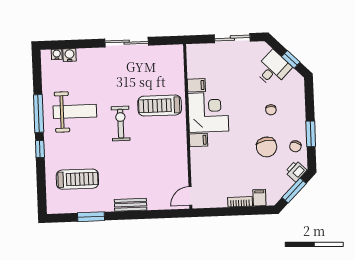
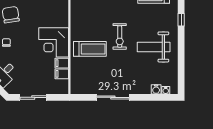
window: (39, 114) -> (181, 46), removed
filing cabinet: (198, 140) -> (62, 74), moved

